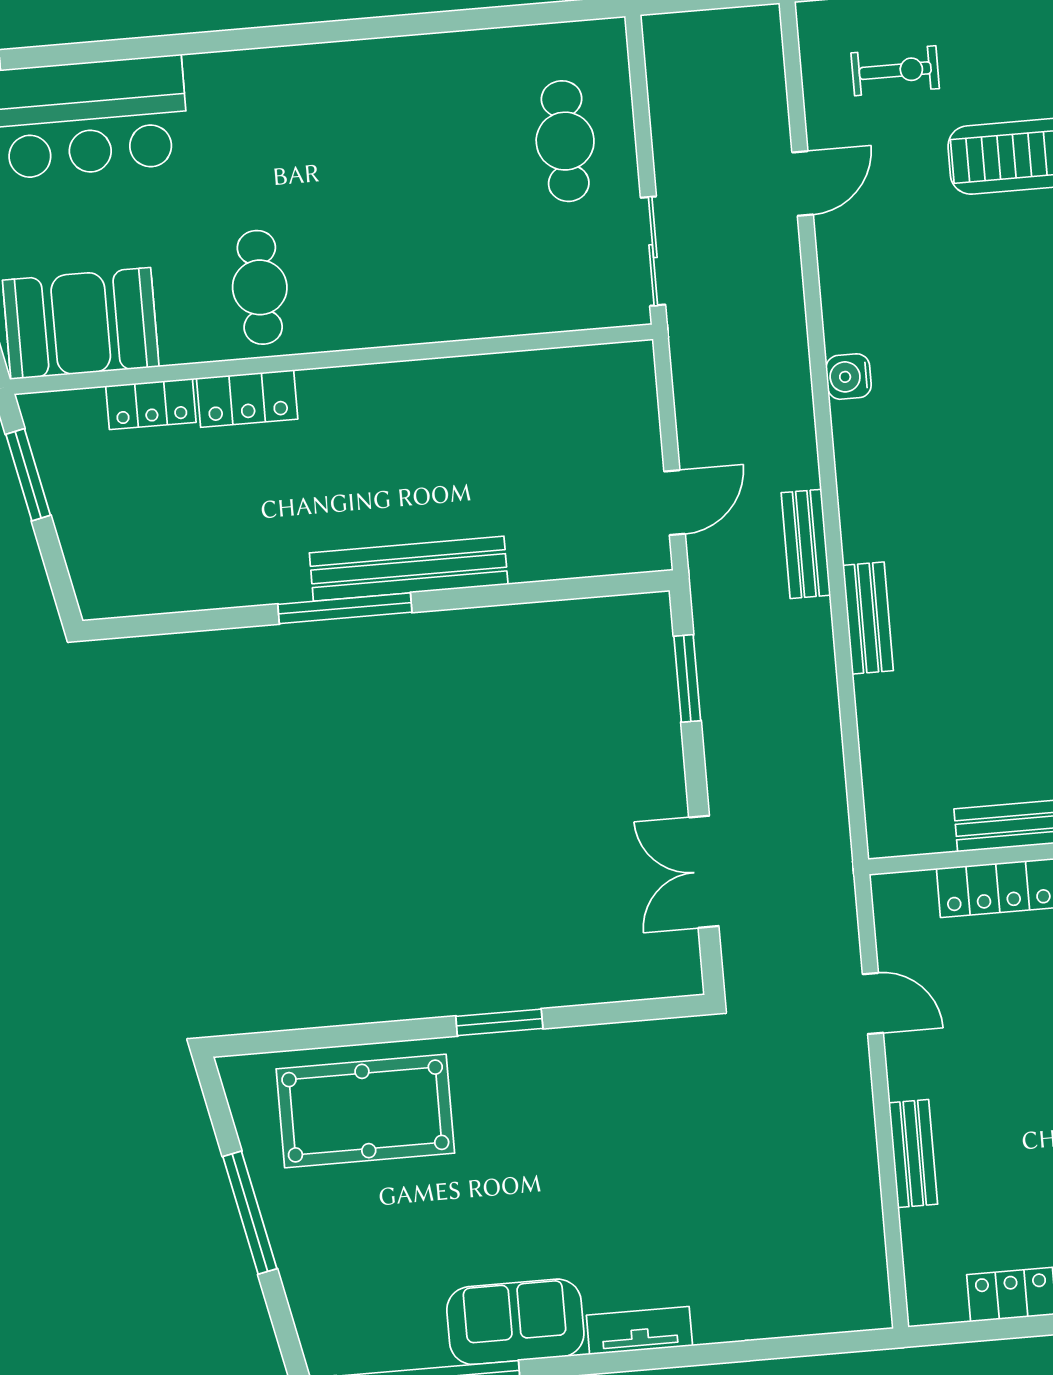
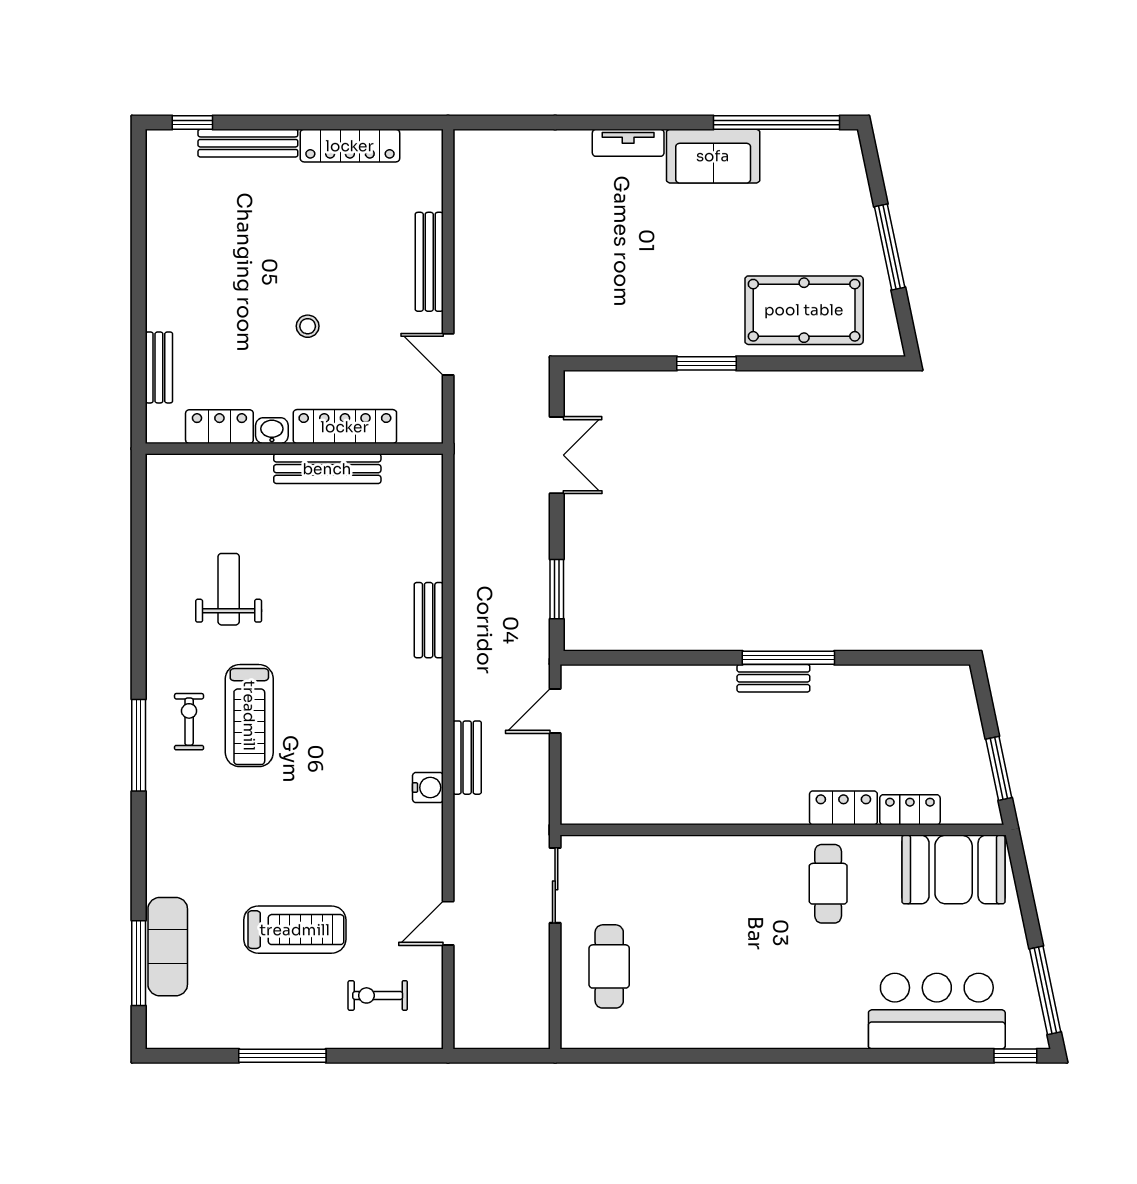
bench: (806, 544) -> (467, 758), moved
bench: (409, 569) -> (773, 678), width x0.54, depth x0.82
bench: (913, 1154) -> (429, 262), width x1.36

